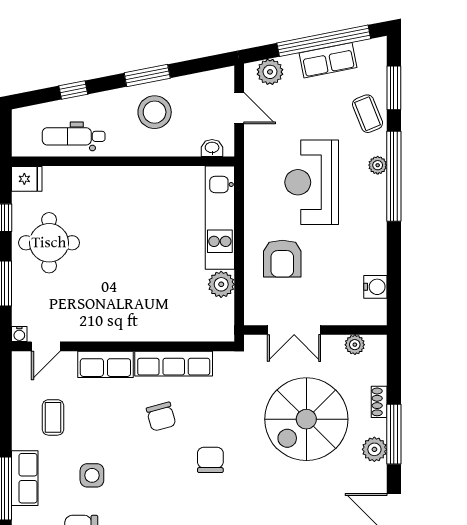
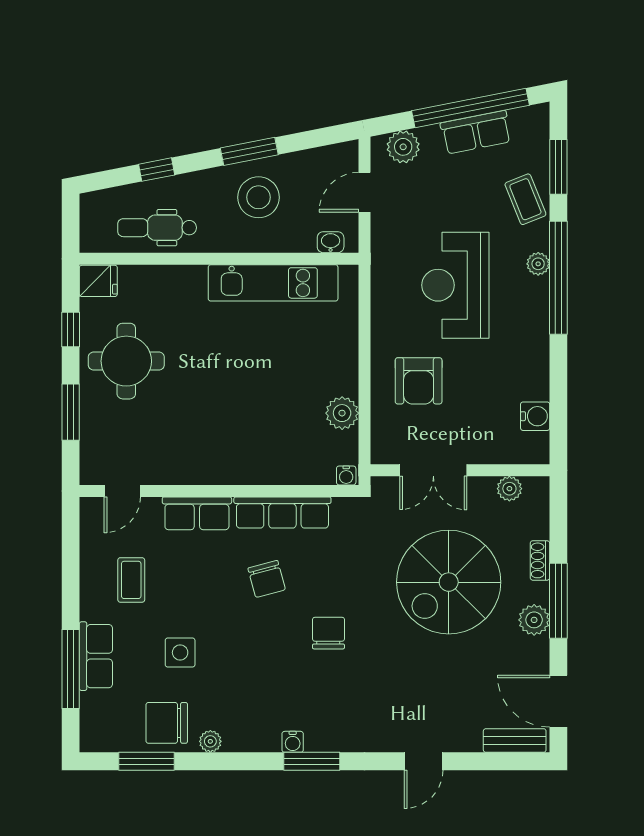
door: (239, 108) -> (364, 192), swing flipped
kitchen unit: (220, 218) -> (273, 283), moved, turned -90
water cooler: (19, 334) -> (346, 475), moved

